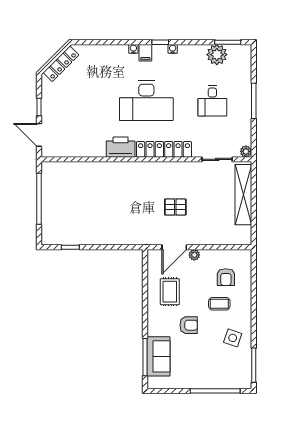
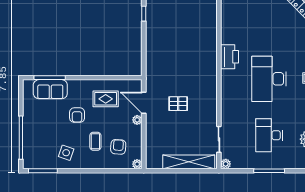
desk: (212, 101) -> (269, 135), width x1.37
locker: (164, 149) -> (228, 94), removed
pallet: (175, 207) -> (178, 104), turned 90
plant: (246, 255) -> (137, 164), added
armchair: (226, 277) -> (118, 147), turned 94

